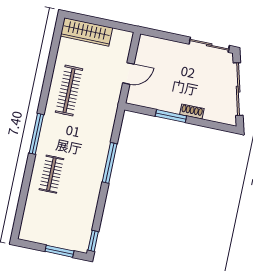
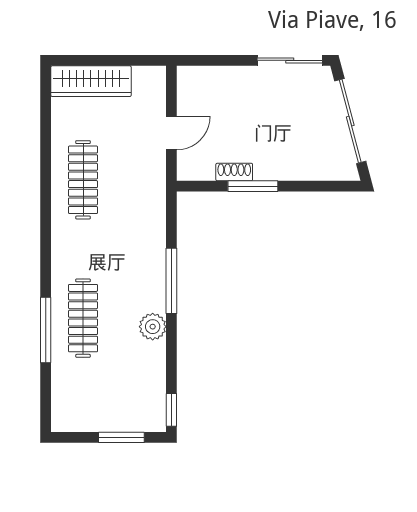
shoe rack: (192, 112) -> (234, 172), moved
window: (36, 134) -> (46, 330), moved
clothes rail: (51, 174) -> (83, 318), width x1.36
plant: (92, 188) -> (153, 327), added

